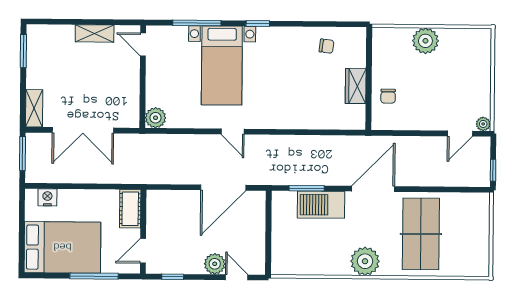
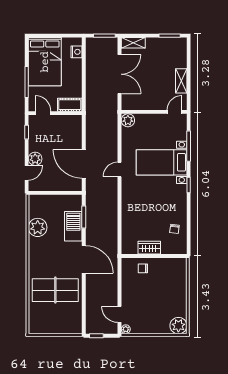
plant: (425, 41) -> (178, 326), moved
double door: (83, 130) -> (119, 74), swing flipped
plant: (365, 261) -> (38, 227), moved

